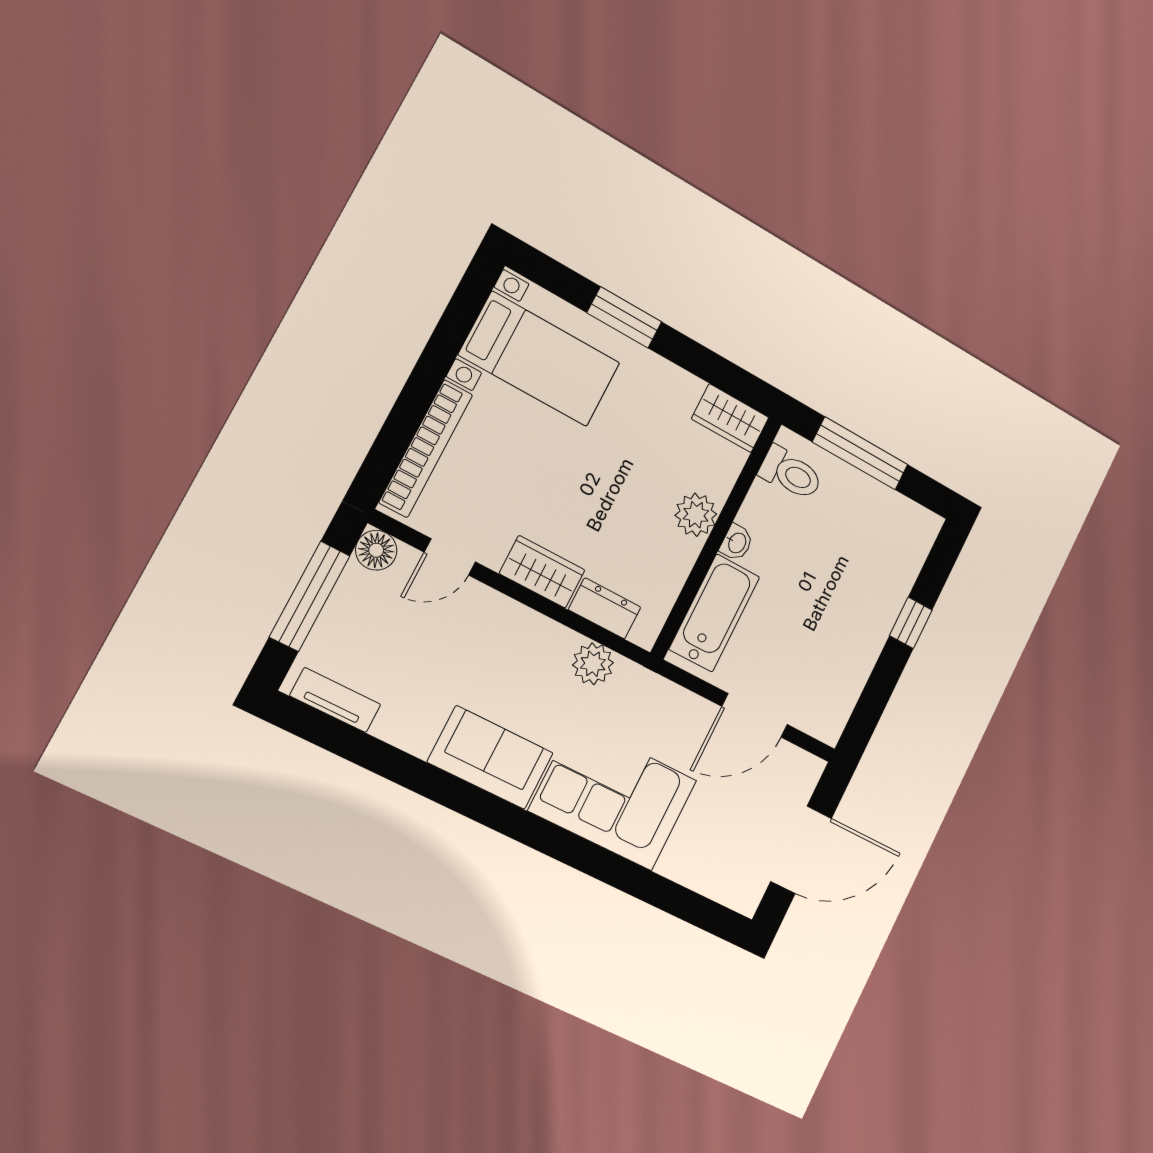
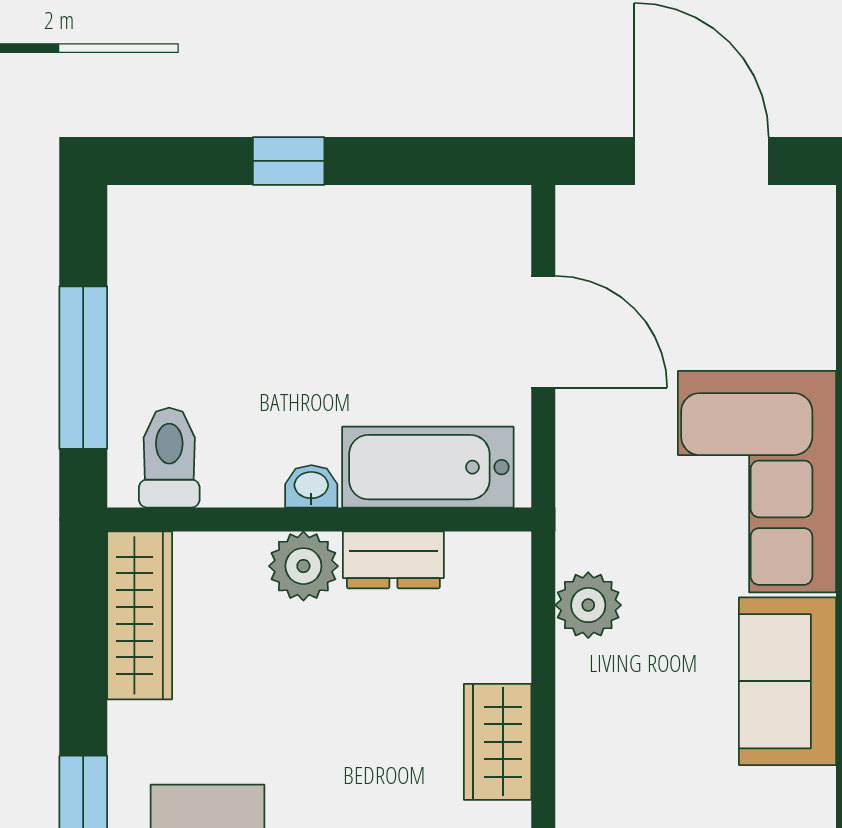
wardrobe: (730, 418) -> (140, 615), width x1.50
dresser: (605, 608) -> (393, 560), moved, turned -90

